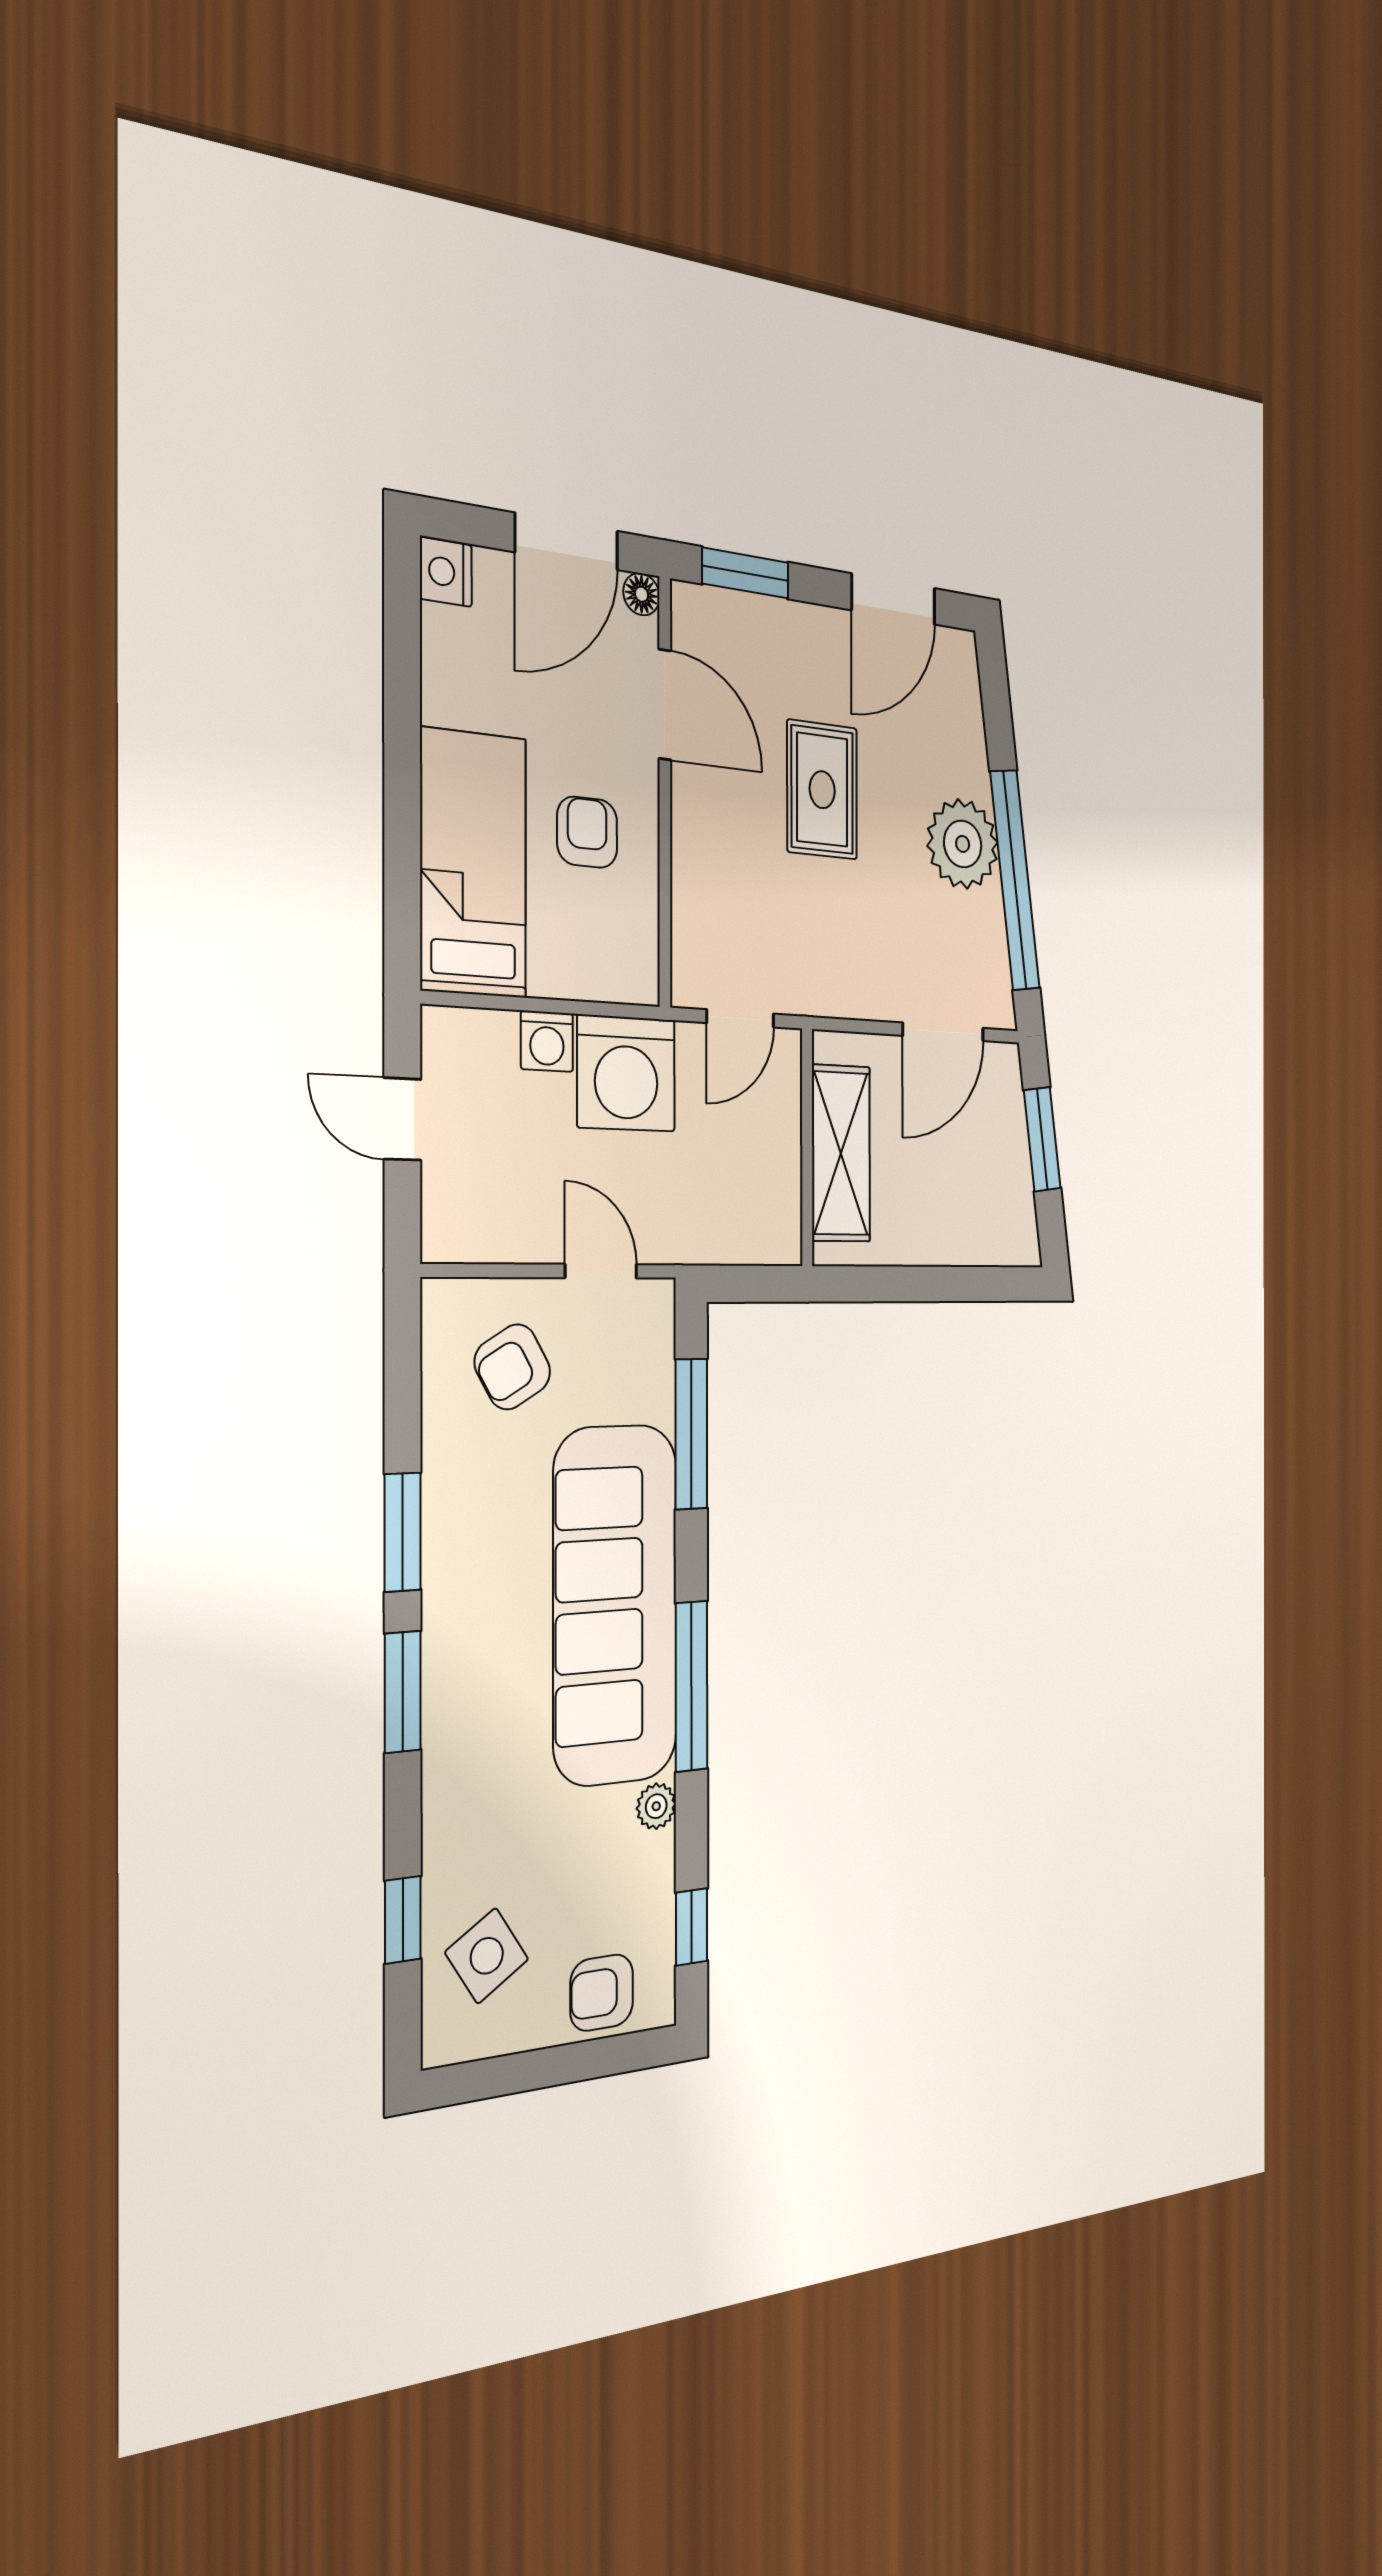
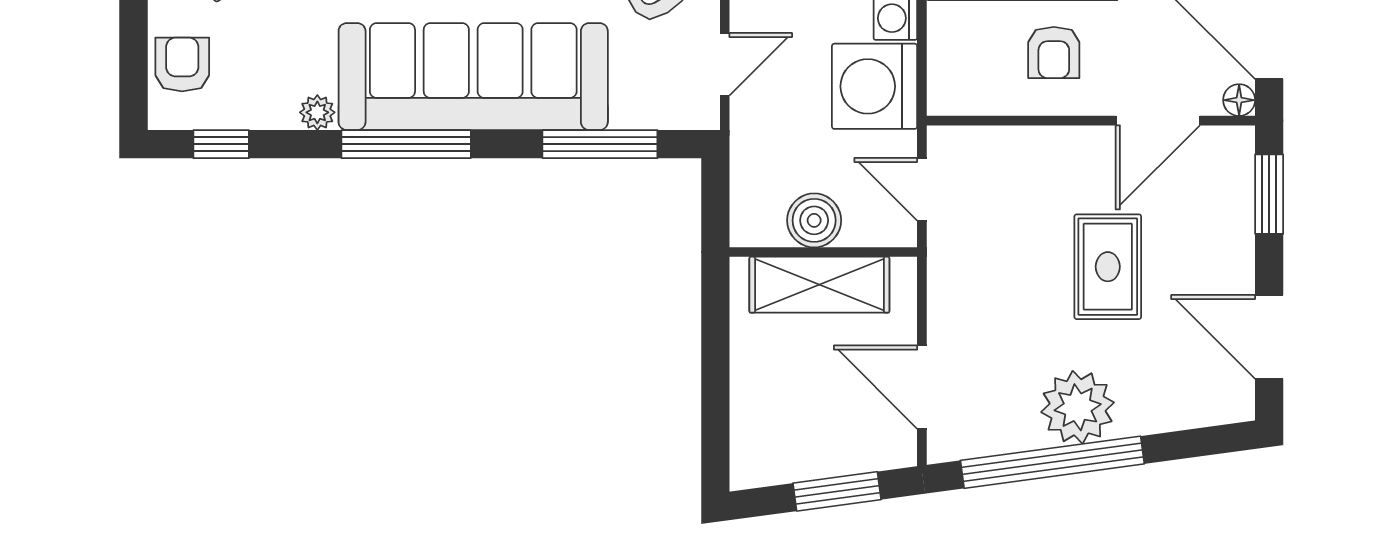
rug: (822, 790) -> (1108, 267), turned 90
armchair: (587, 832) -> (1054, 53), turned 90
boiler: (774, 1158) -> (814, 220), added

